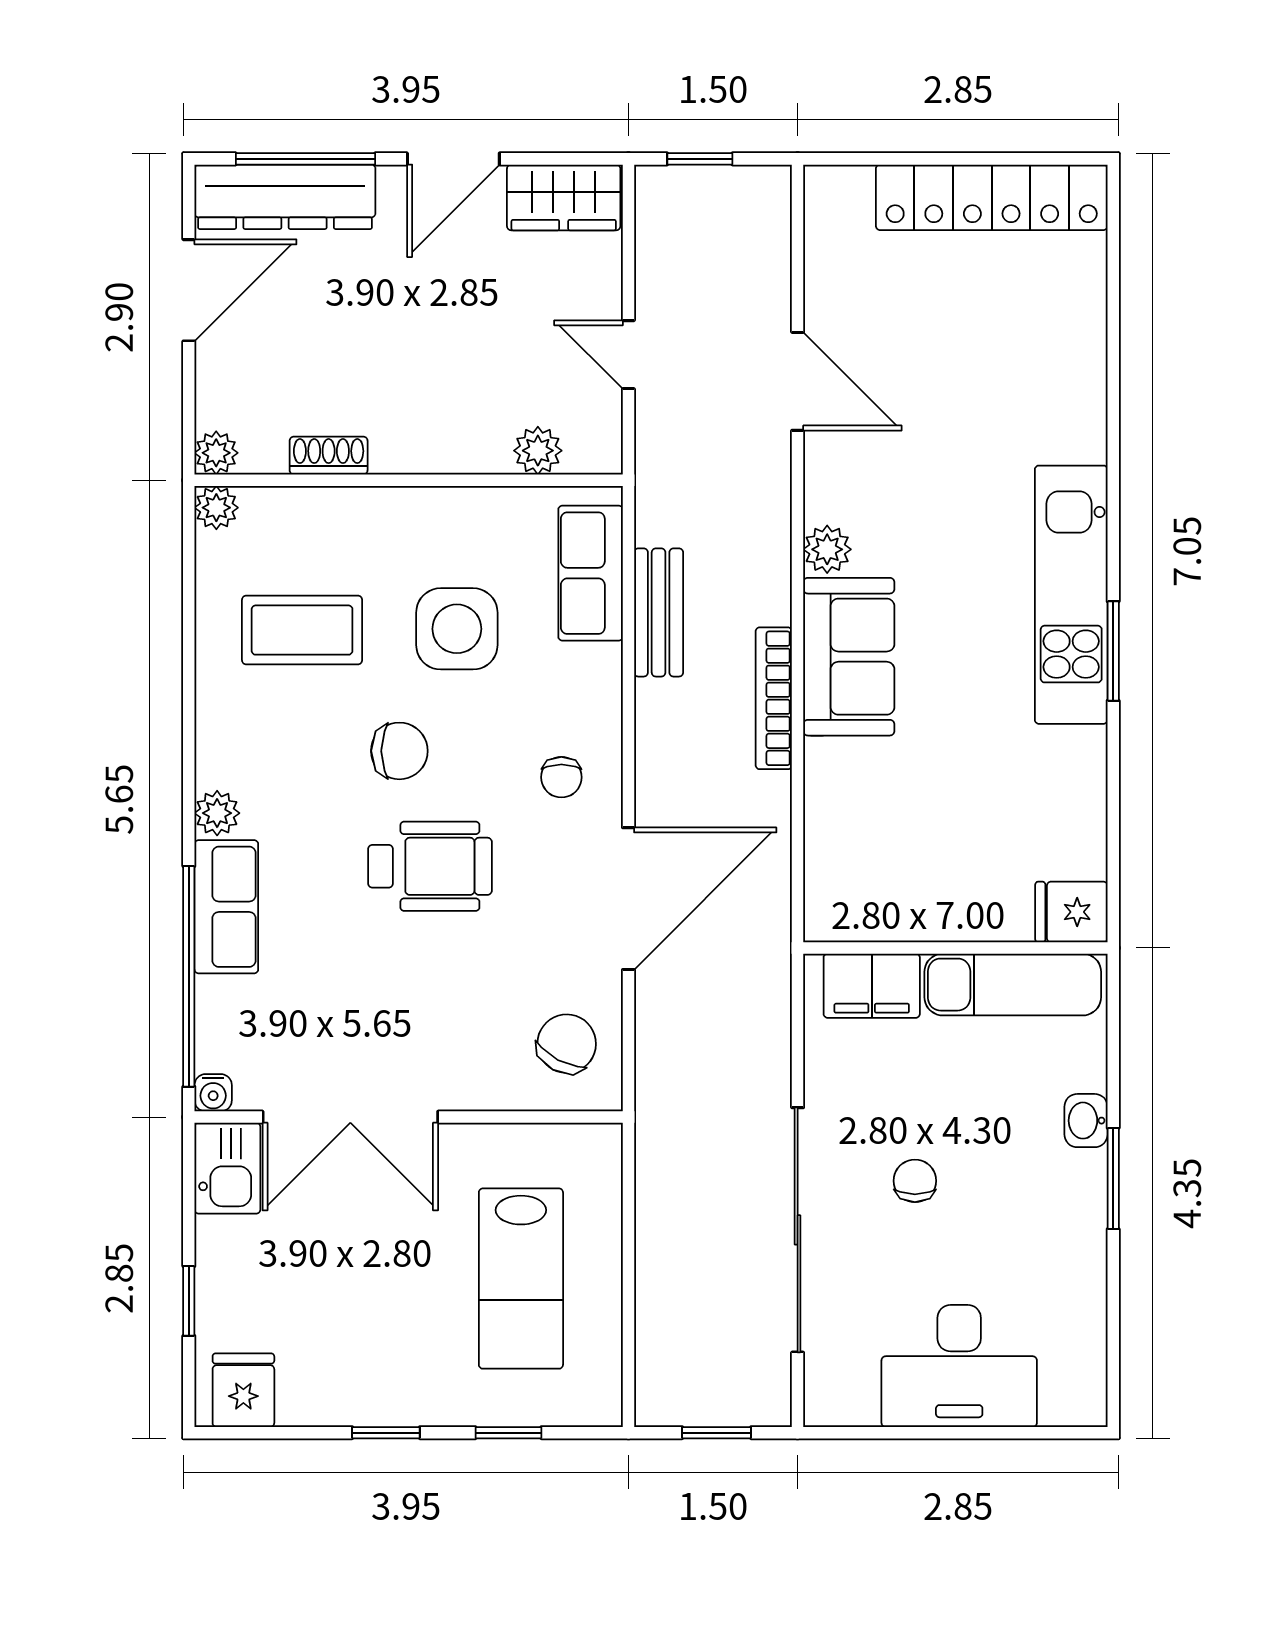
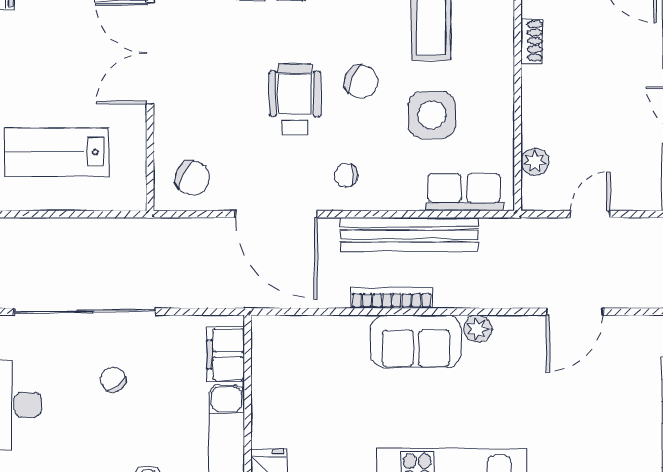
bench: (659, 612) -> (409, 234), width x1.86, depth x1.21
chair: (399, 751) -> (361, 82), turned -64
wheelchair: (430, 866) -> (295, 99), turned 180
chair: (915, 1181) -> (113, 379), turned -128

